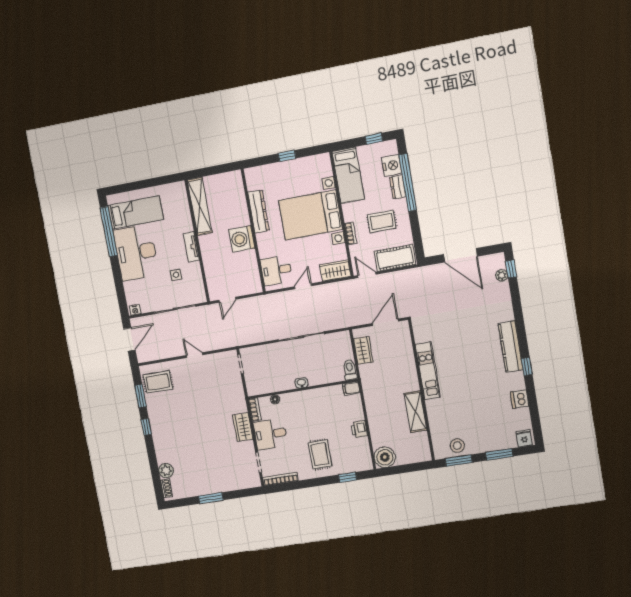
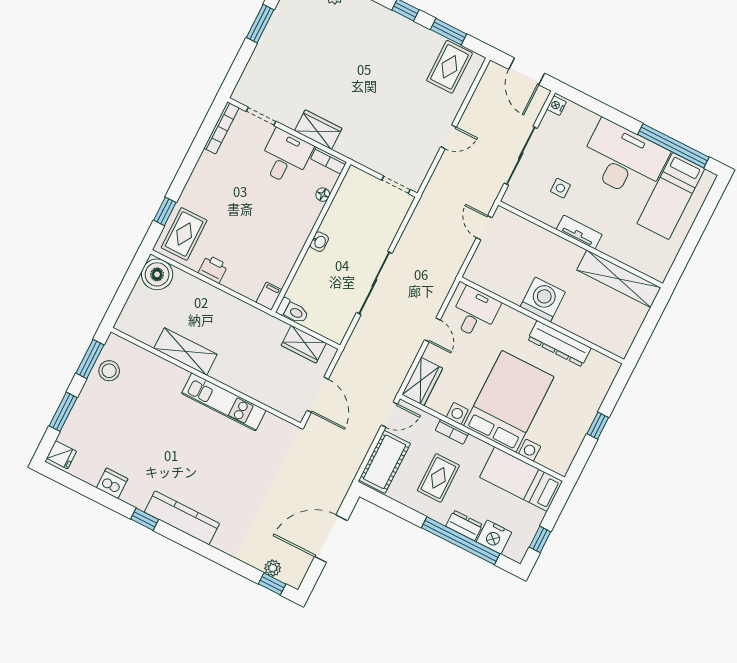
rug: (320, 454) -> (184, 234), moved, turned 90

